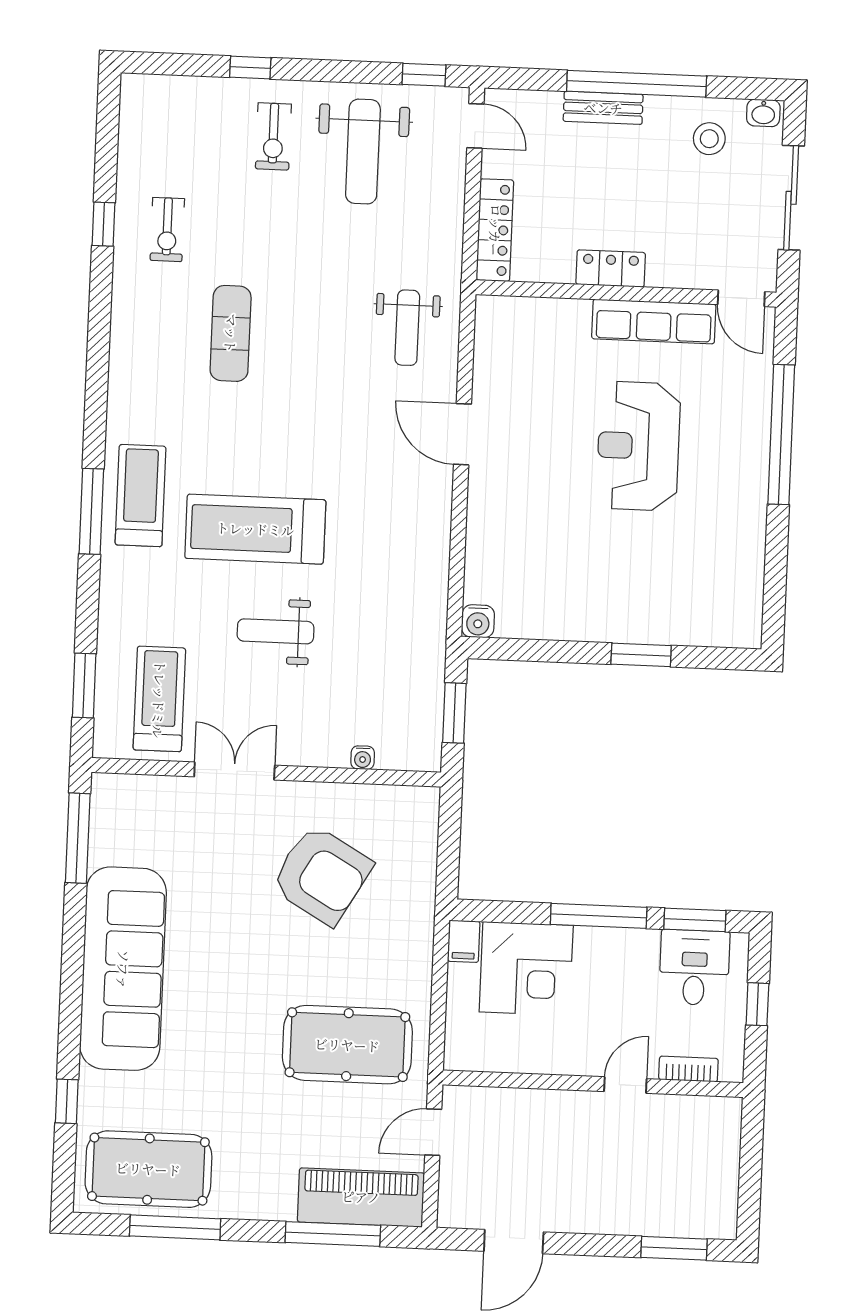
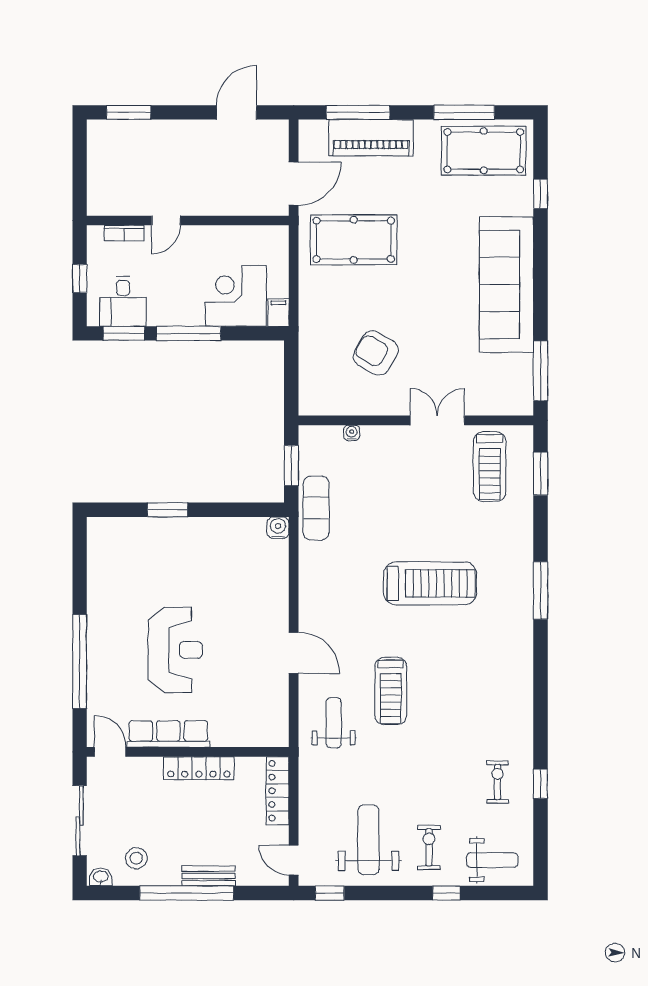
locker: (611, 268) -> (199, 768), width x1.53
exercise mat: (231, 333) -> (316, 508), moved
treadmill: (141, 496) -> (391, 691), moved
weight bench: (276, 631) -> (492, 860), moved
double door: (234, 771) -> (437, 420), swing flipped
armchair: (322, 875) -> (376, 353), width x0.73, depth x0.73
door: (433, 1132) -> (294, 184), width x1.38
piano: (361, 1197) -> (371, 138), moved

